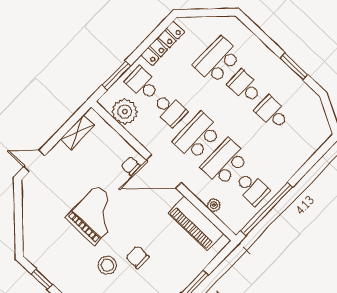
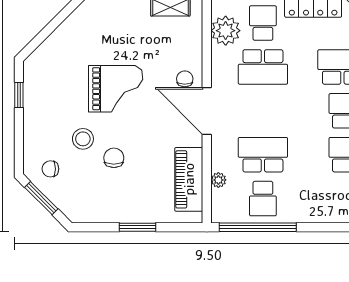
school desk: (170, 110) -> (263, 67), width x1.85
school desk: (197, 136) -> (263, 111), removed

